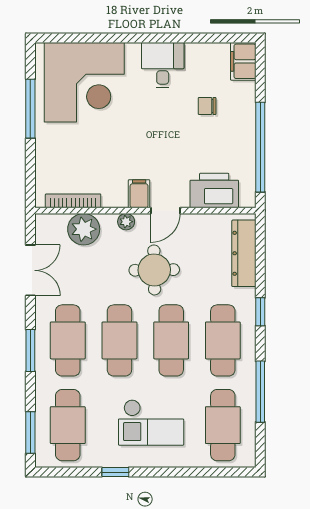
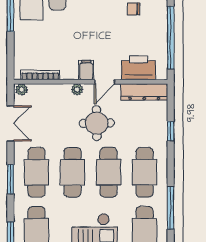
plant: (84, 229) -> (22, 90), moved, width x0.53, depth x0.53
dresser: (244, 253) -> (144, 92), moved, turned -90
window: (260, 312) -> (171, 131), moved

